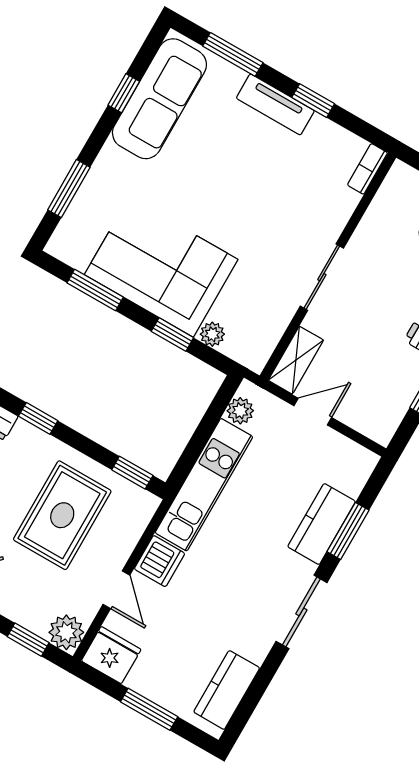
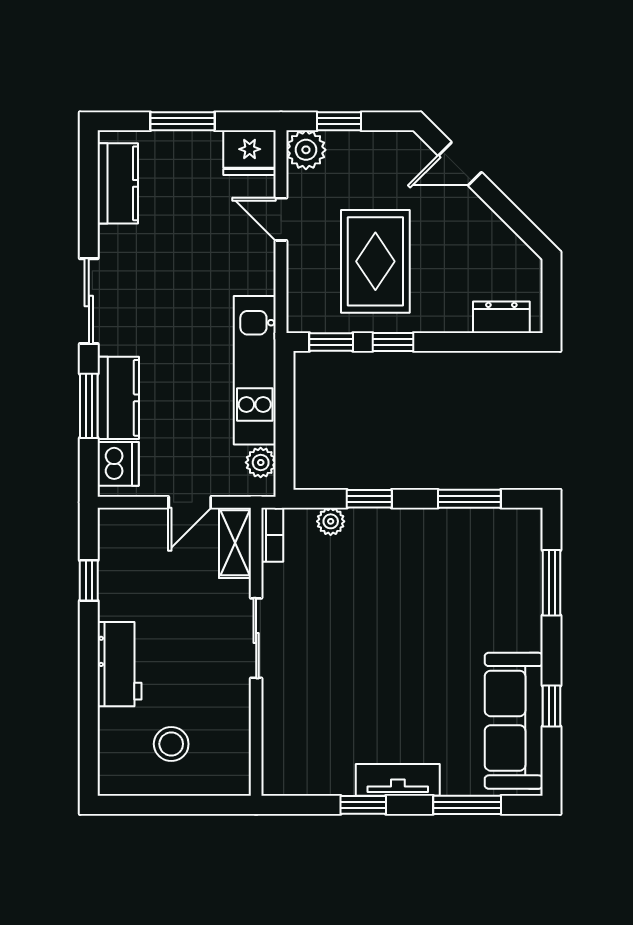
bookcase: (367, 169) -> (272, 535), moved
corner sofa: (161, 267) -> (418, 558), removed
window: (38, 418) -> (393, 342), moved
dishwasher: (160, 561) -> (118, 464), moved, turned 180

